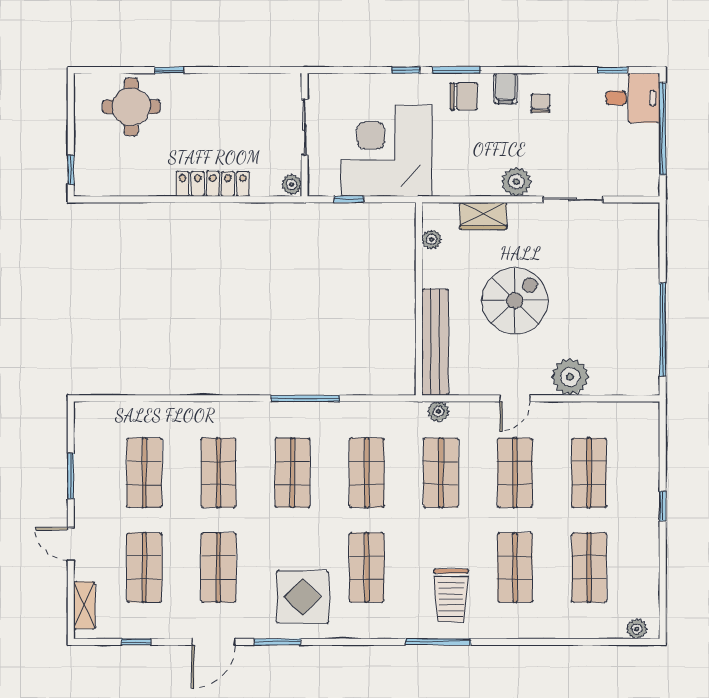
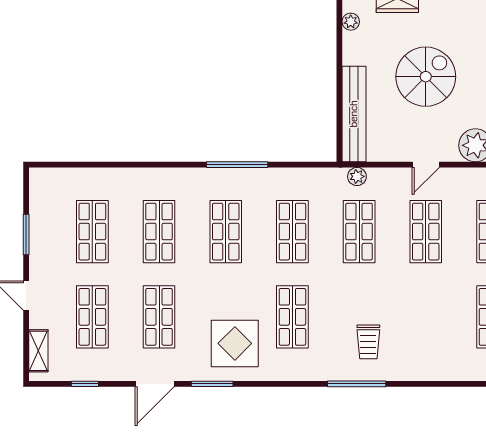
shop shelf: (515, 567) -> (426, 317), removed
trolley: (451, 595) -> (368, 342), width x0.73, depth x0.72

